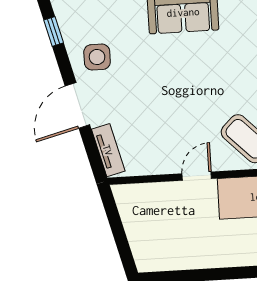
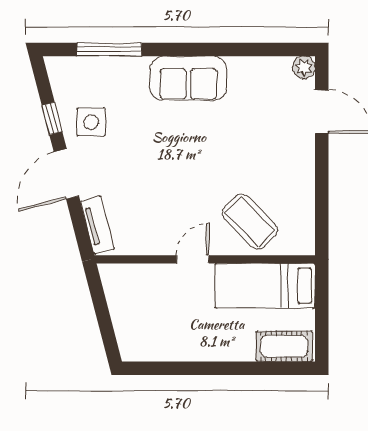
window: (54, 31) -> (52, 118), moved

